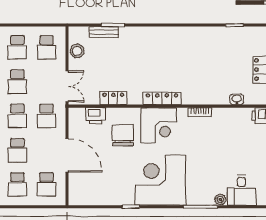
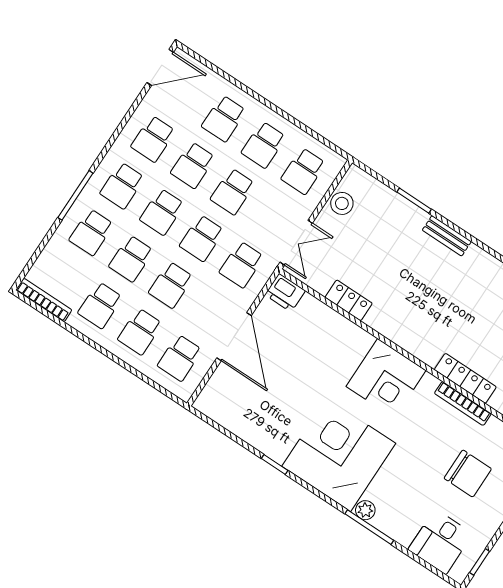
bench: (104, 32) -> (447, 236), moved
locker: (162, 98) -> (465, 378), moved
bookcase: (200, 112) -> (463, 403), width x1.56
printer: (96, 116) -> (285, 293), moved
chair: (123, 135) -> (468, 474), moved, turned 90
plant: (220, 199) -> (365, 510), moved

